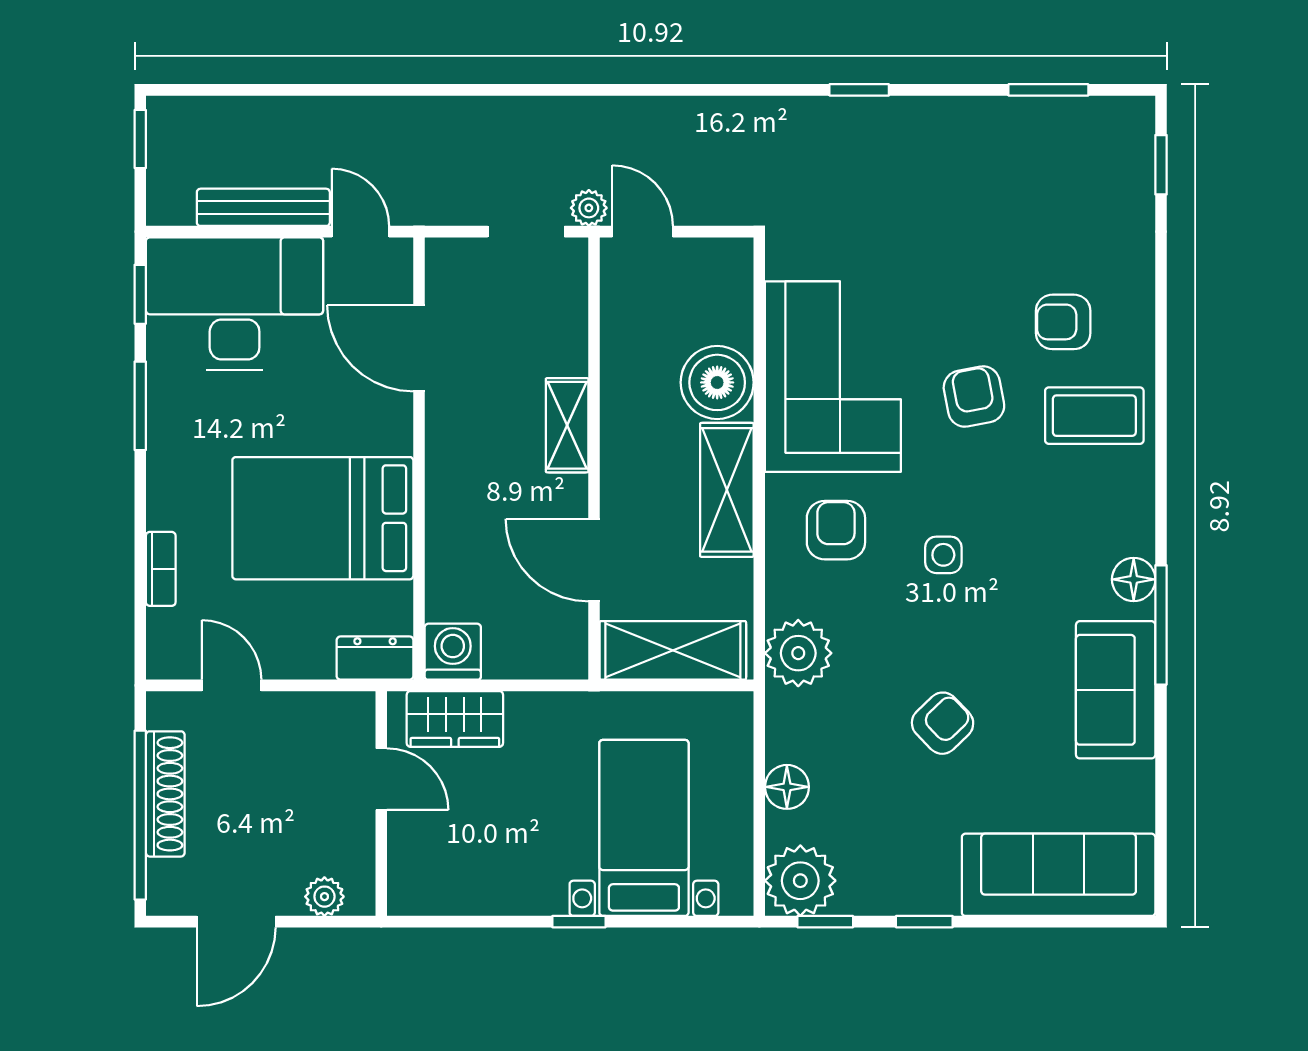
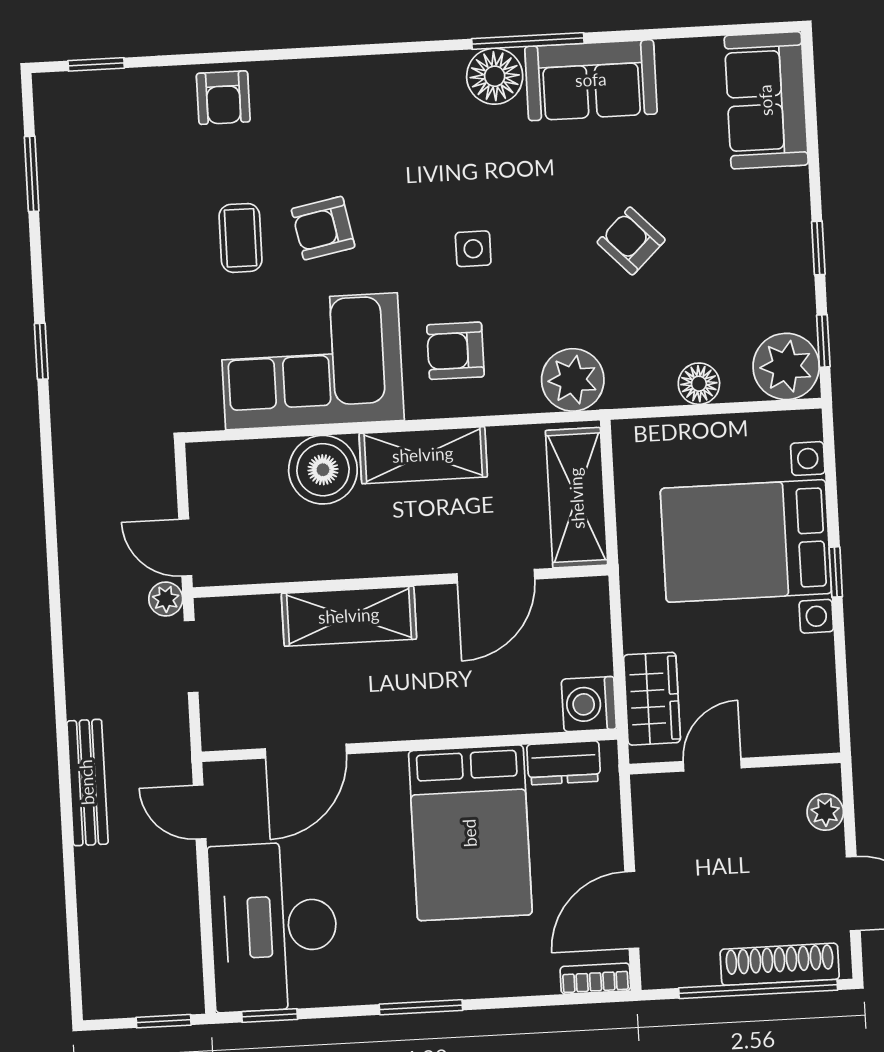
window: (140, 139) -> (164, 1021), moved
bench: (263, 207) -> (87, 782), moved
door: (360, 232) -> (200, 812), hinge flipped
door: (643, 232) -> (185, 547), hinge flipped
armchair: (1063, 322) -> (223, 98), moved
window: (140, 406) -> (421, 1007), moved
coffee table: (1094, 416) -> (241, 238), moved, width x0.73, depth x0.77
shelving: (567, 425) -> (349, 616), width x1.50, depth x1.33
bookcase: (161, 569) -> (595, 979), moved
floor lamp: (1134, 579) -> (495, 76), width x1.38, depth x1.38
dresser: (375, 658) -> (564, 763), moved, turned -90
door: (232, 685) -> (632, 910), width x1.38
shoe rack: (165, 794) -> (780, 964), moved
bed with nightstands: (644, 828) -> (746, 541), width x1.36
sofa: (1059, 875) -> (766, 100), width x0.73

